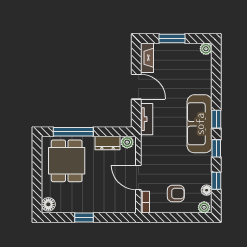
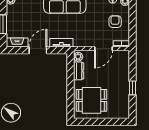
window: (73, 132) -> (70, 96), removed
floor lamp: (48, 204) -> (123, 114), removed

